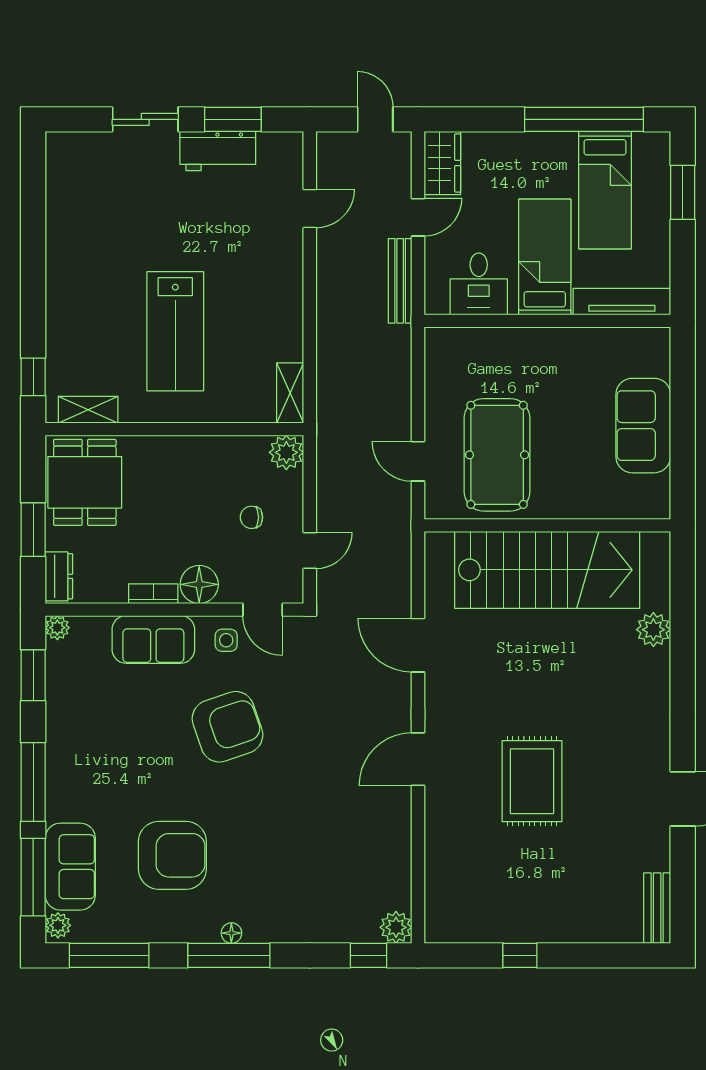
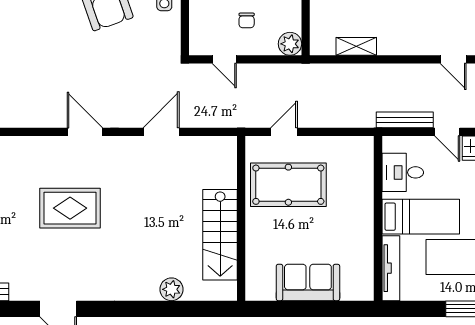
shelving: (290, 393) -> (356, 46), moved
chair: (251, 517) -> (247, 20), turned 180
stairs: (547, 570) -> (220, 235), width x0.73, depth x0.66
door: (263, 610) -> (185, 28), removed

